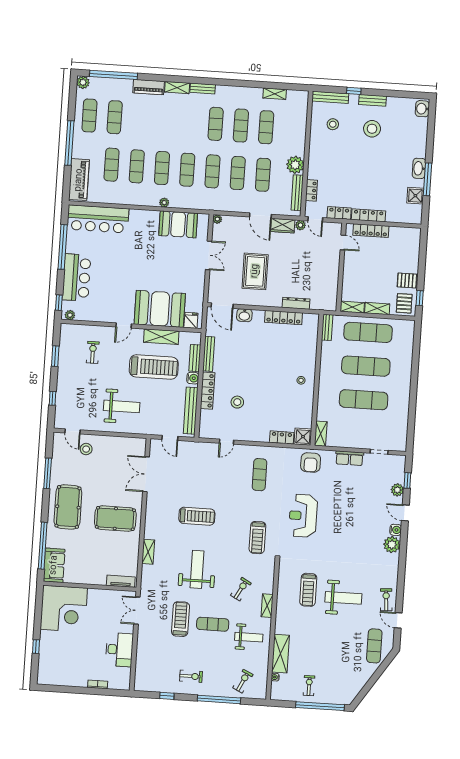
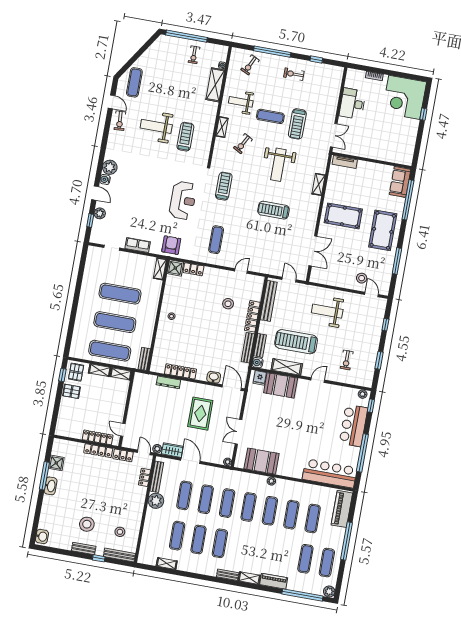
booth: (160, 309) -> (281, 385), width x0.73, depth x0.70
water cooler: (193, 378) -> (258, 363), moved
corner desk: (64, 609) -> (404, 97), moved, turned -90

